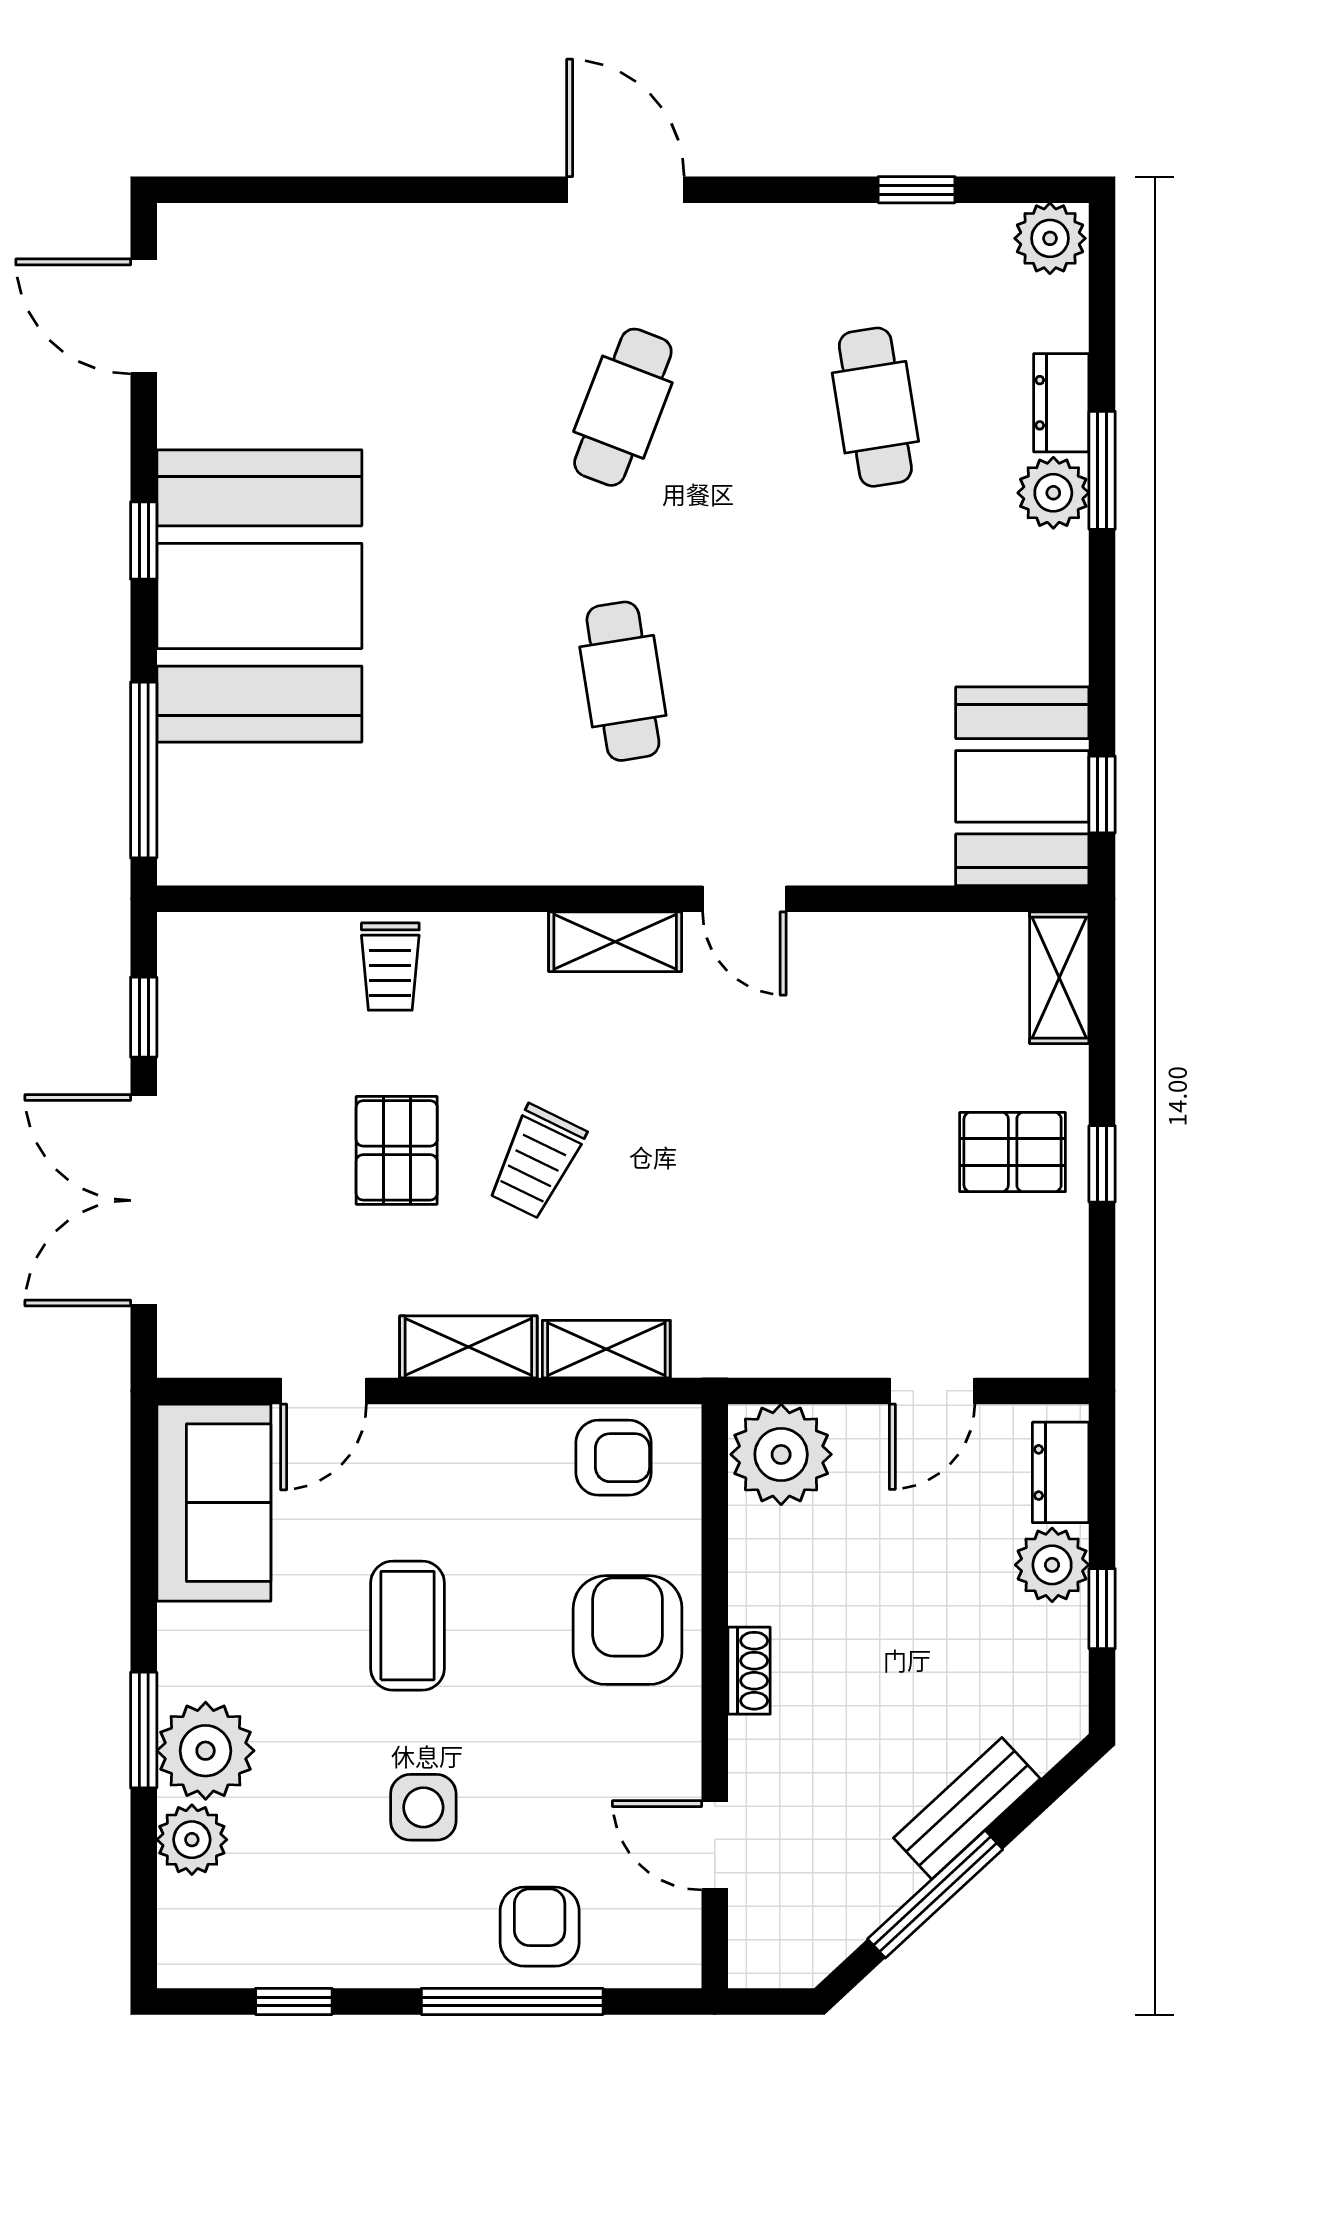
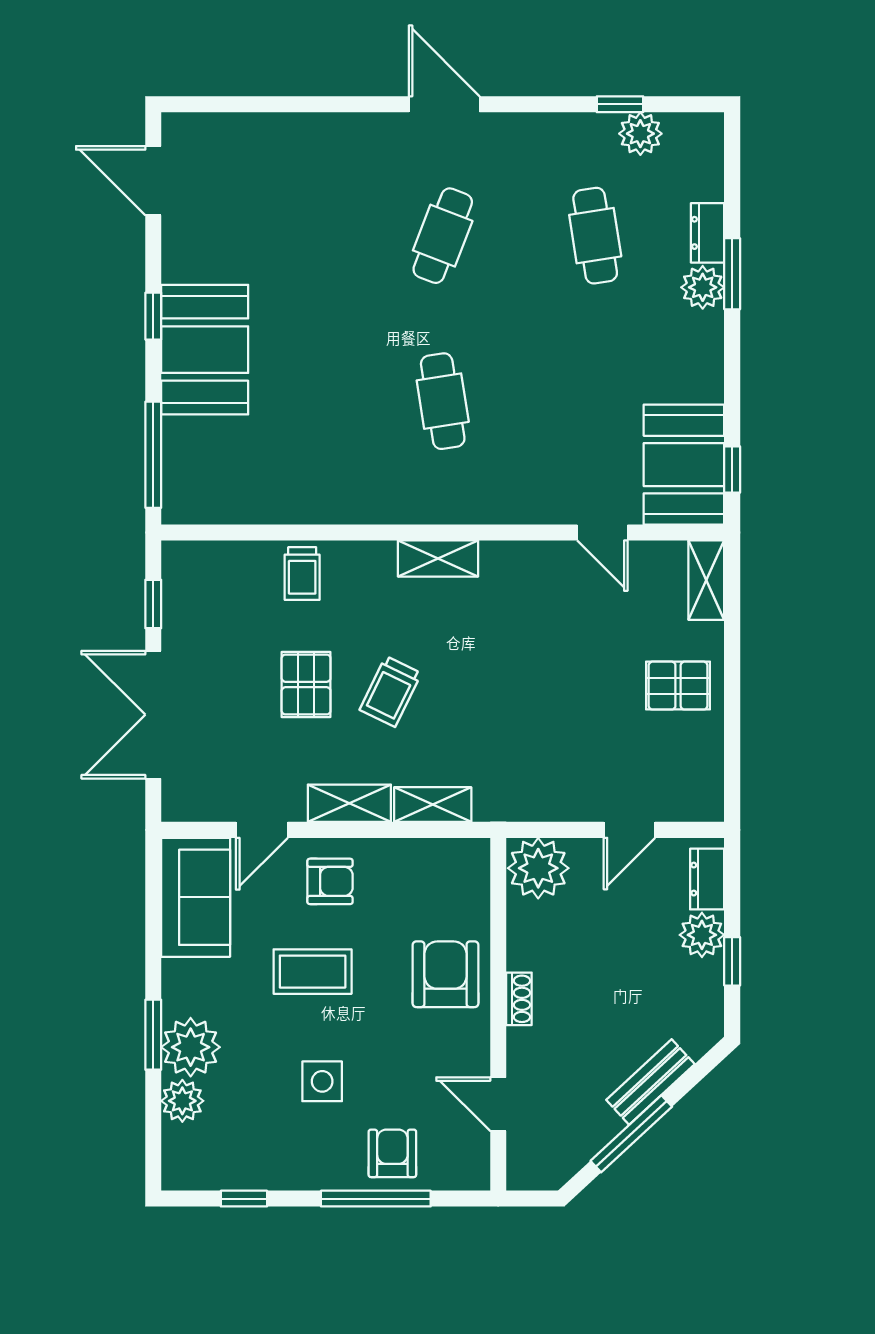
plant: (1050, 238) -> (640, 134), moved
booth: (259, 596) -> (205, 350), width x0.73, depth x0.70
door: (744, 899) -> (602, 532), moved
window: (1102, 1164) -> (732, 693), removed
armchair: (614, 1458) -> (330, 881), moved
coffee table: (408, 1626) -> (313, 972), turned 90

